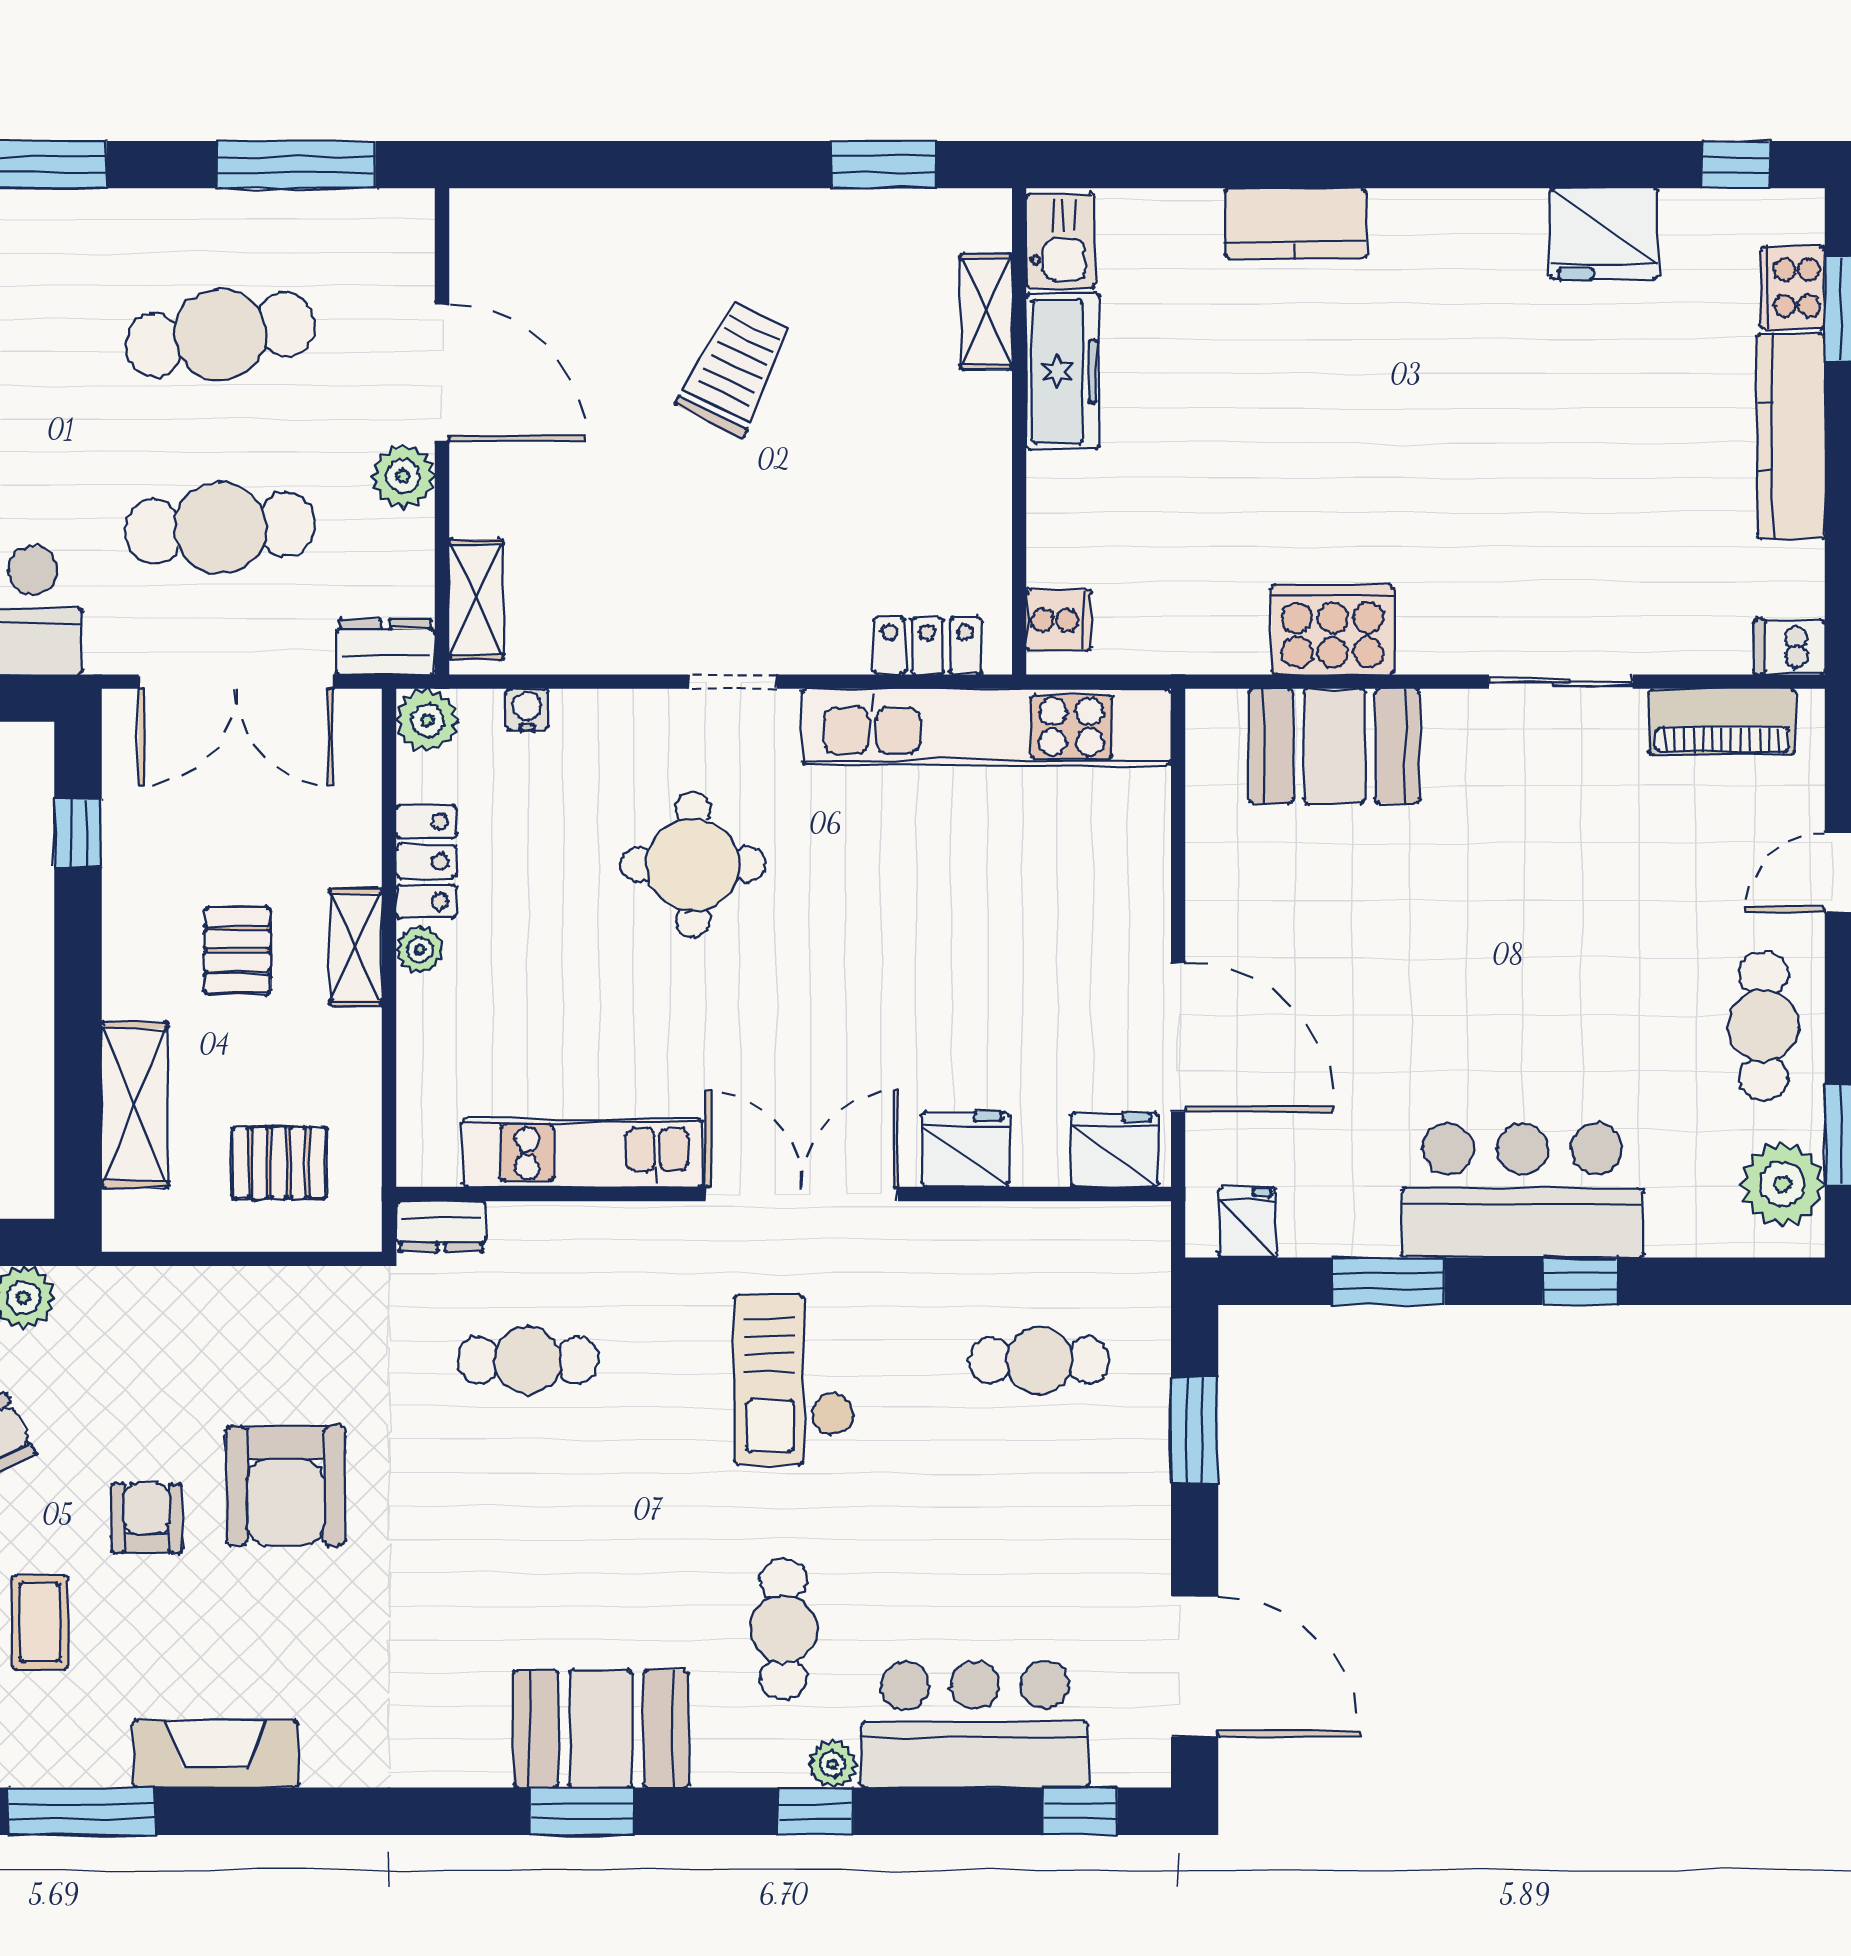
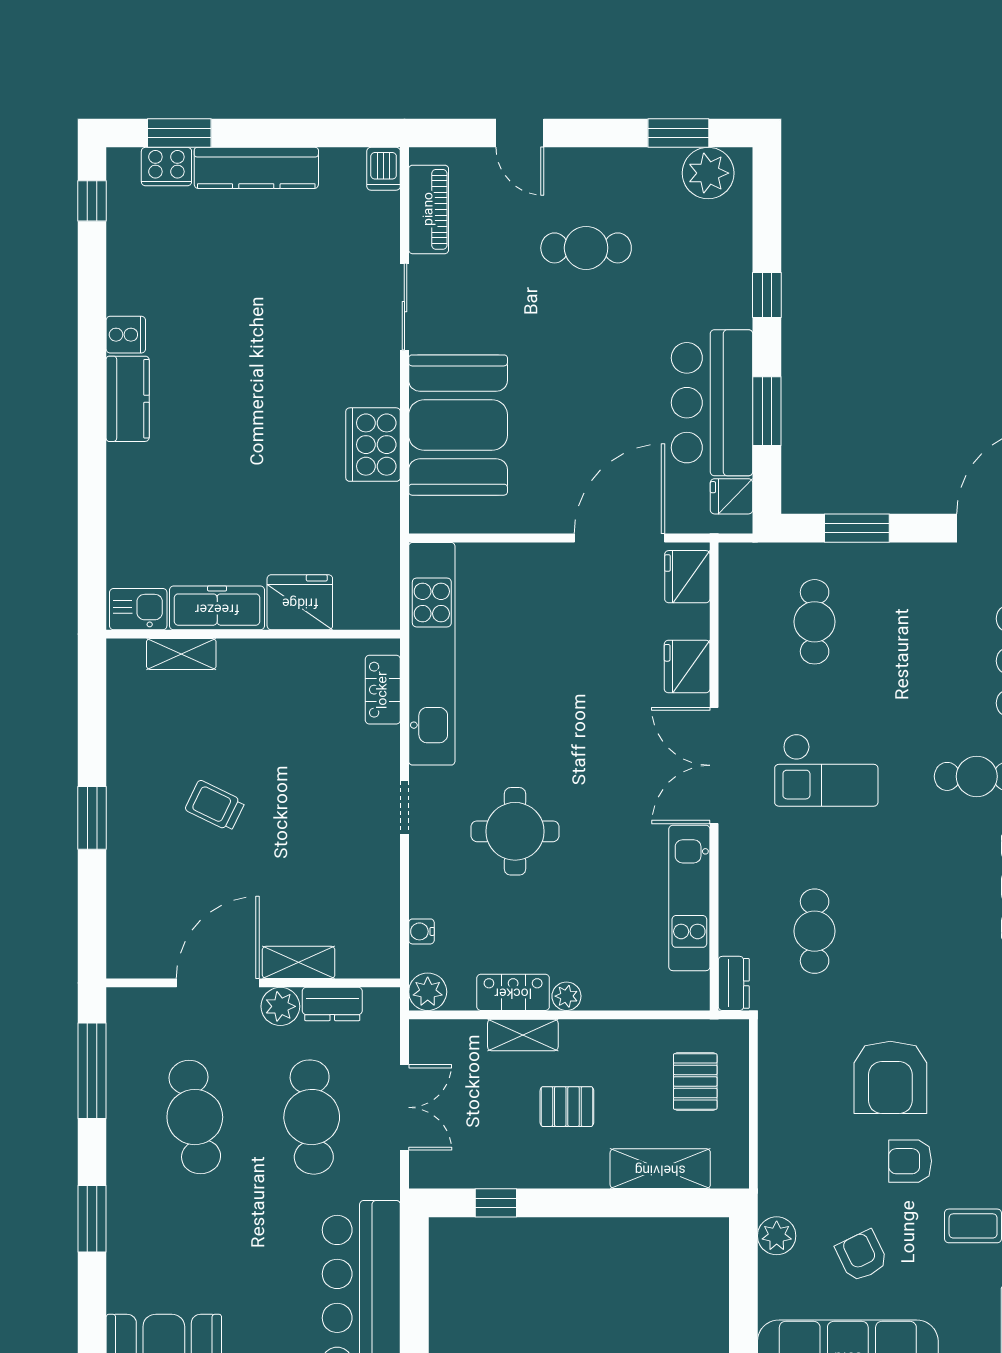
window: (884, 165) -> (92, 818), moved
kitchen counter: (1295, 224) -> (128, 399), moved
fridge: (1604, 234) -> (300, 602), moved, turned -90
trolley: (735, 368) -> (215, 806), width x0.73, depth x0.72
shelving: (476, 600) -> (299, 962), moved
cooker: (1059, 620) -> (126, 335), moved, turned 90
dresser: (385, 647) -> (332, 1004), moved, turned -90
double door: (236, 682) -> (404, 1107), width x0.73
booth: (1334, 746) -> (458, 425), width x1.36, depth x1.42
shelving: (356, 947) -> (523, 1035), moved
cafe table: (1764, 1026) -> (586, 248), moved
bar counter: (1523, 1190) -> (712, 403), moved
armchair: (286, 1486) -> (890, 1077), turned 90

